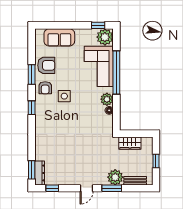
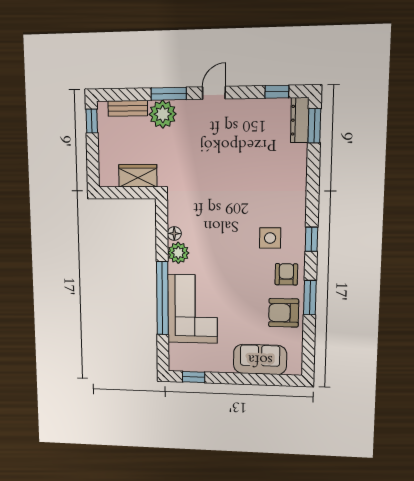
plant: (105, 37) -> (182, 357), removed
side table: (64, 96) -> (270, 238), moved
window: (156, 161) -> (92, 121), moved

